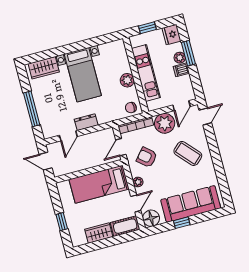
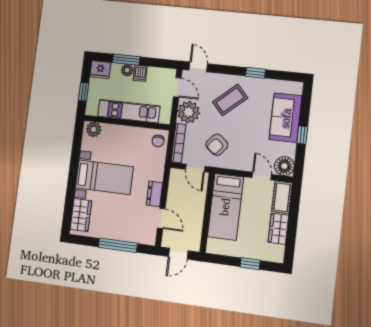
plant: (127, 80) -> (94, 129), moved
window: (218, 165) -> (256, 73), added
plant: (138, 182) -> (240, 165), removed
sofa: (191, 204) -> (286, 118), width x0.73

